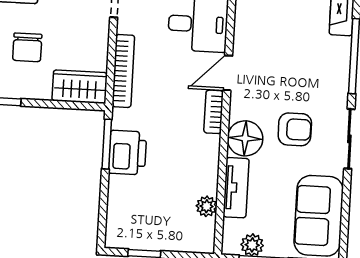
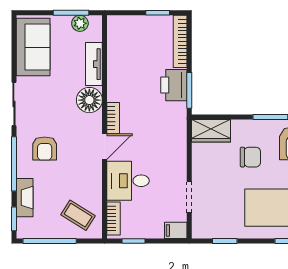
chair: (27, 47) -> (250, 157), turned 90
bookcase: (123, 71) -> (180, 41), moved
armchair: (295, 129) -> (45, 148), moved, turned -90
plant: (207, 206) -> (114, 49), removed

